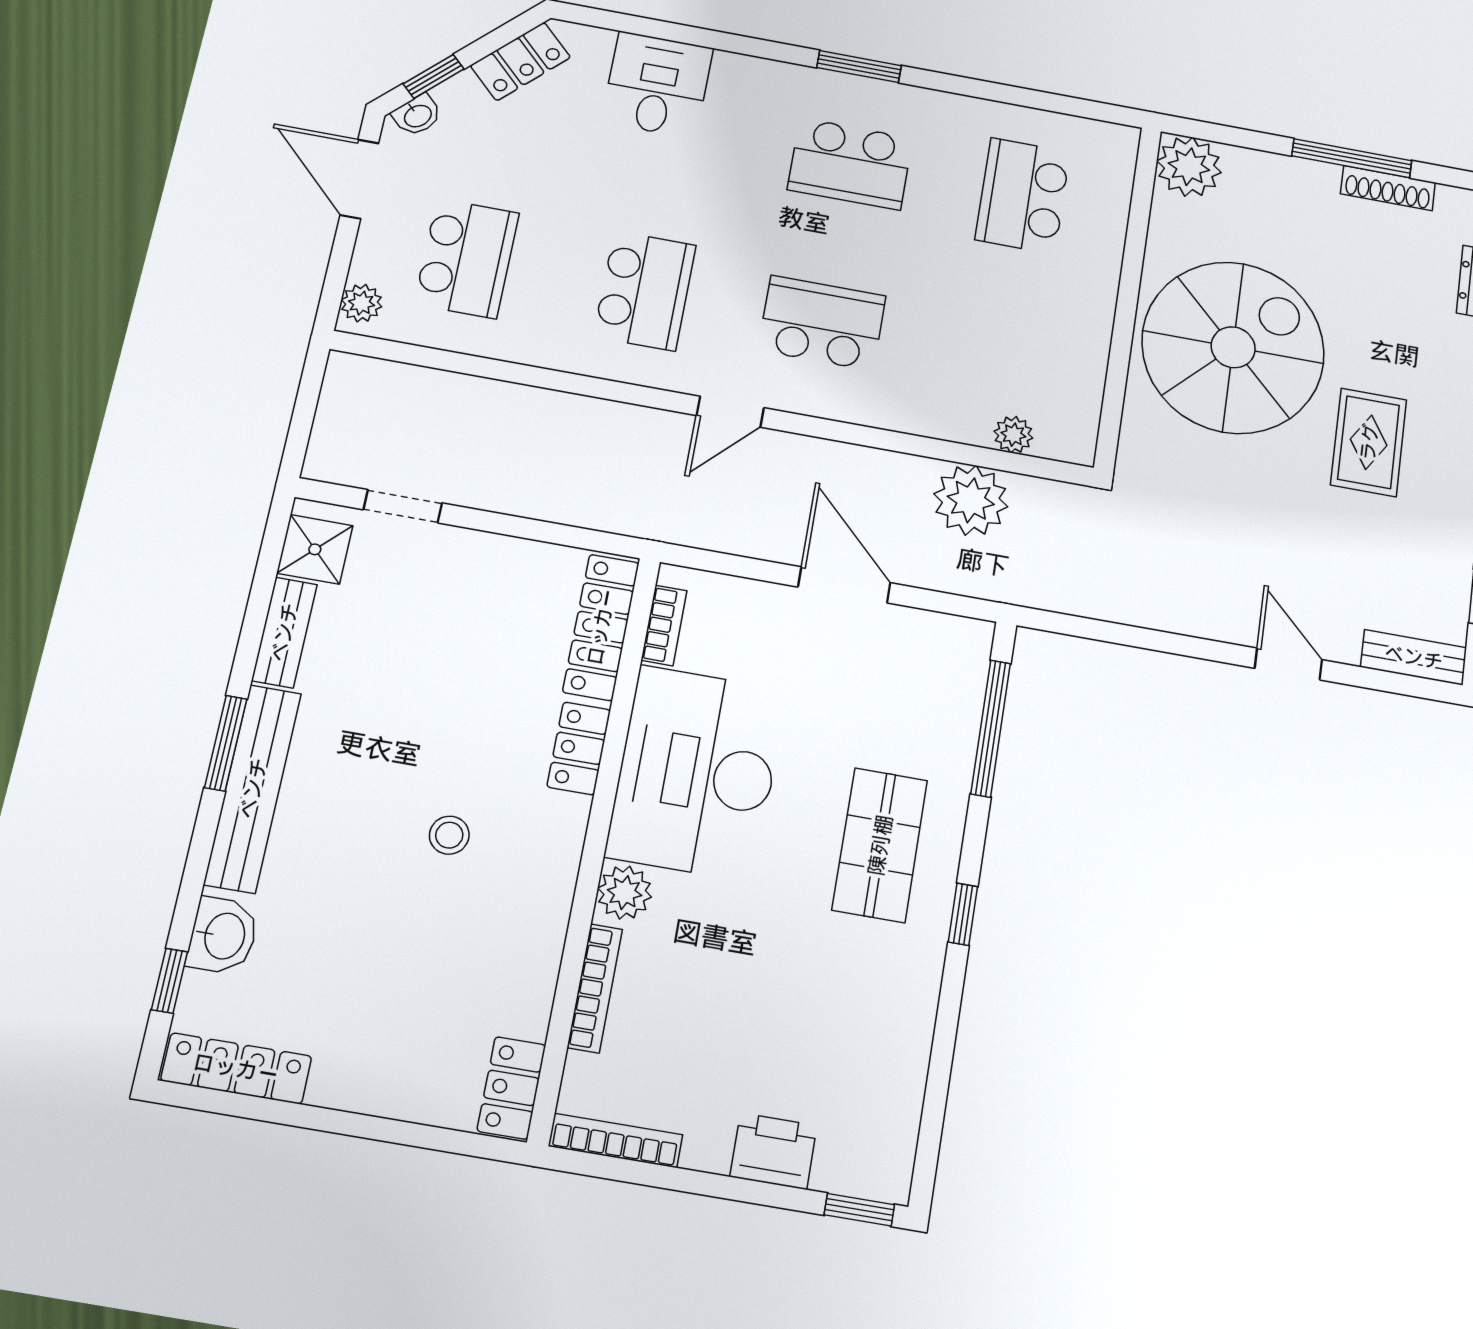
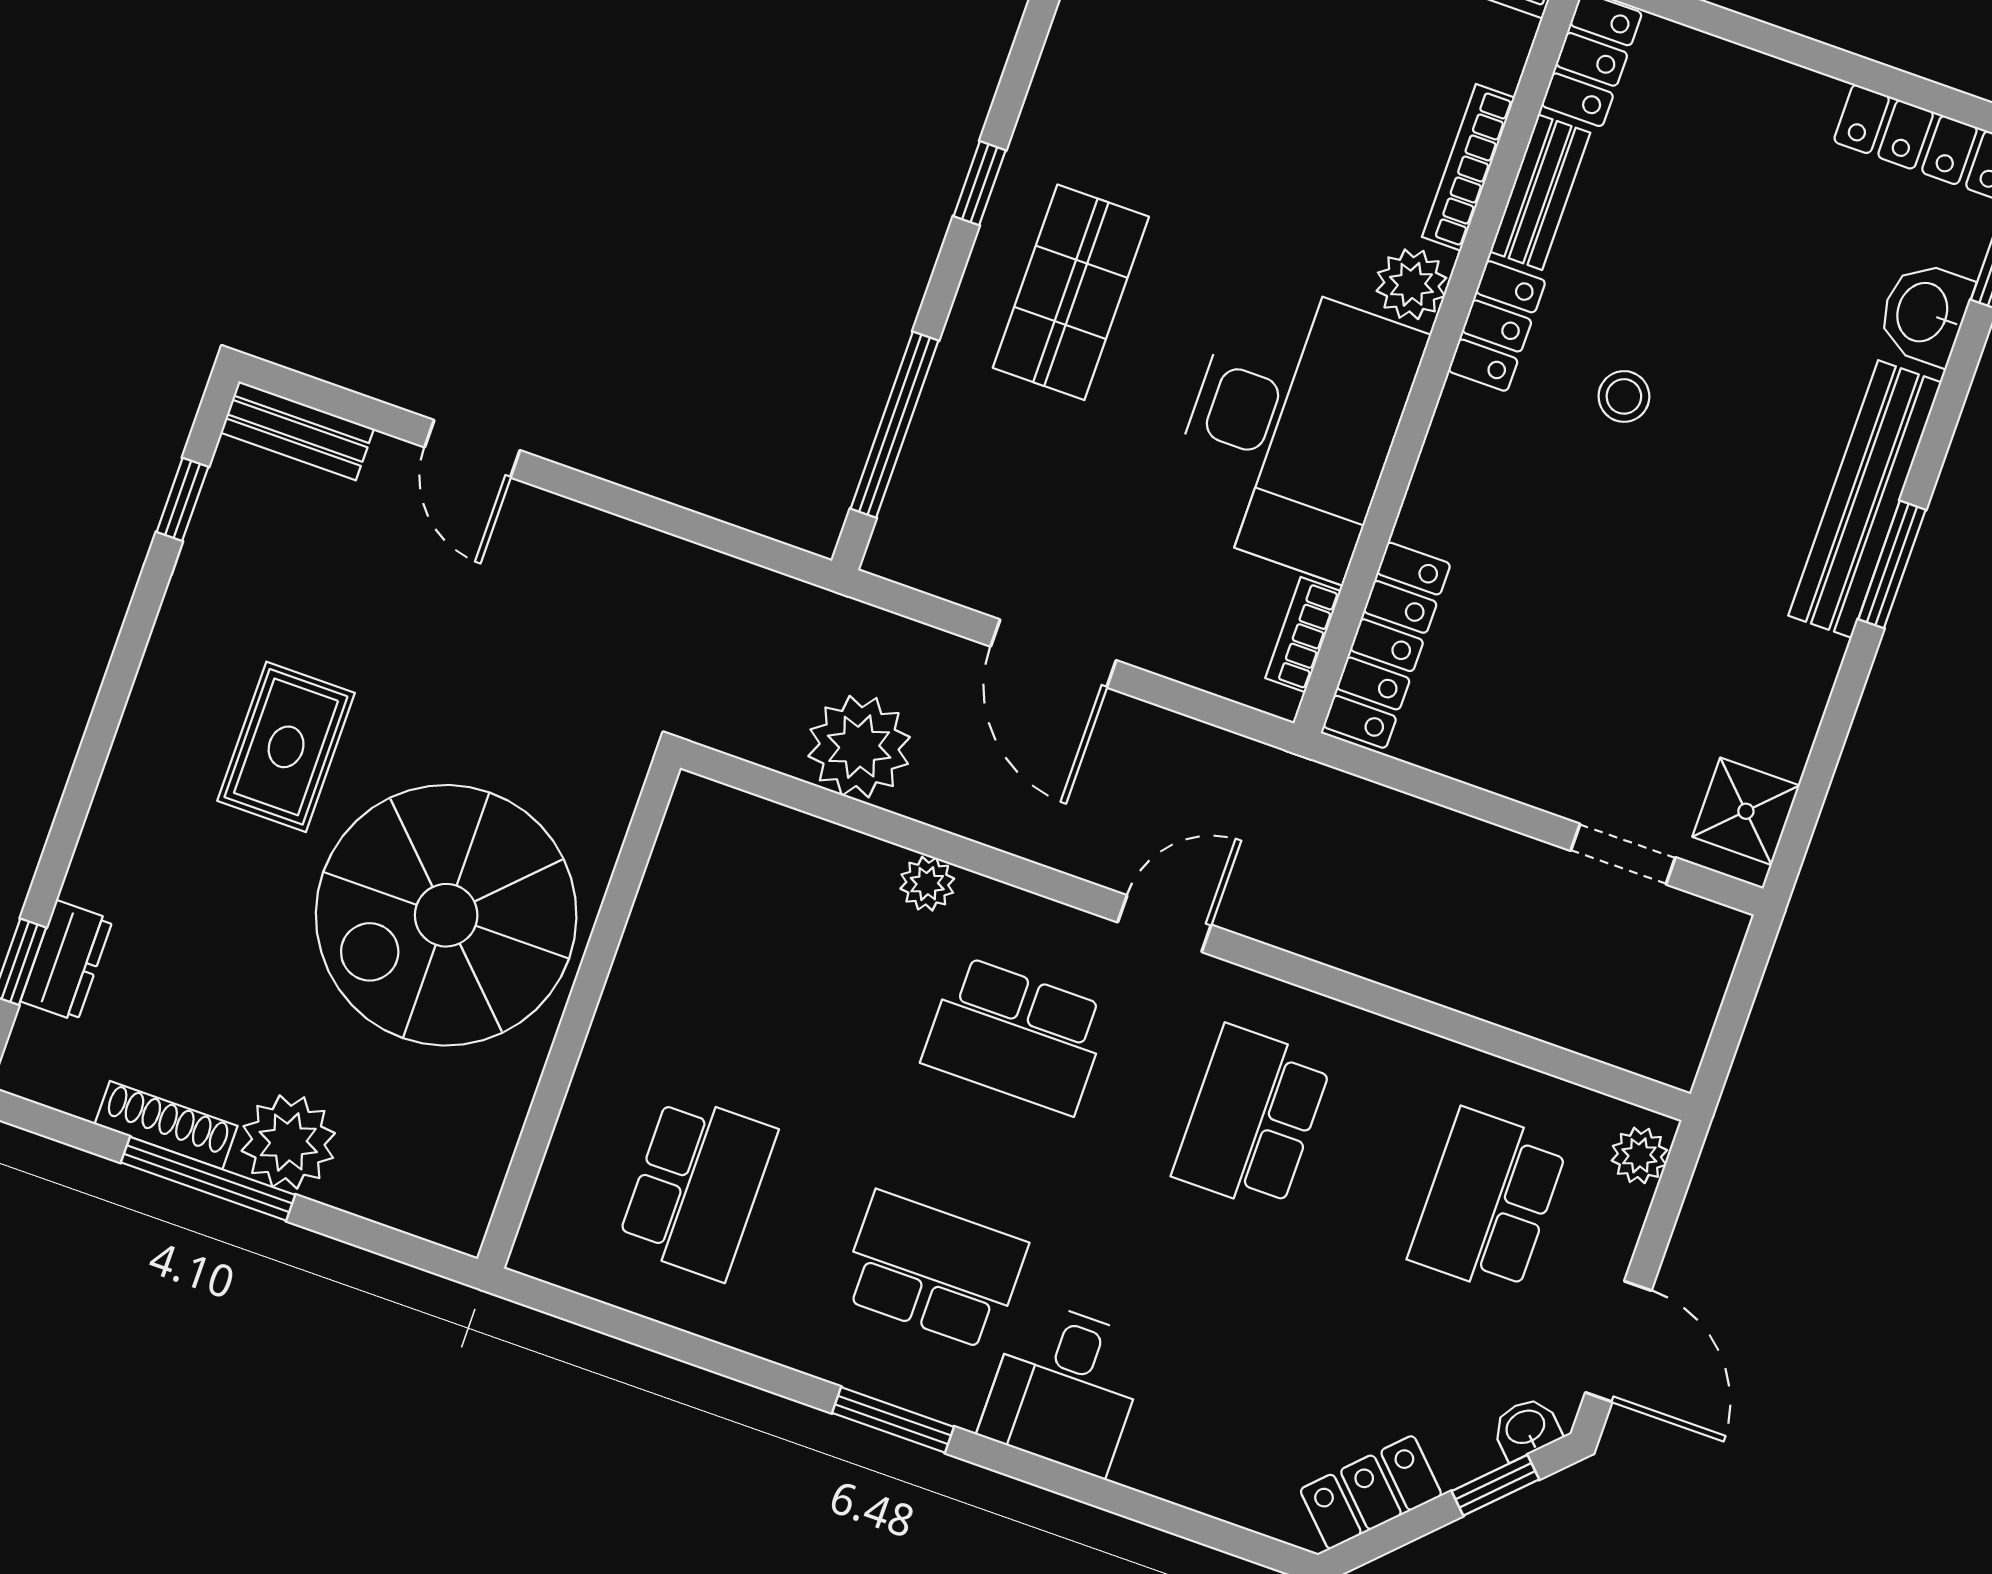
desk: (657, 85) -> (1065, 1388), moved
plant: (1189, 167) -> (288, 1142), moved
plant: (1013, 435) -> (927, 884), moved
bench: (284, 632) -> (1540, 192), moved
locker: (579, 748) -> (1497, 326), moved

